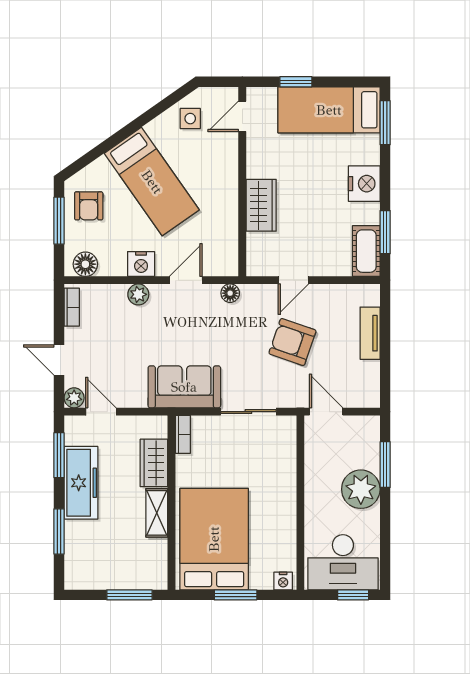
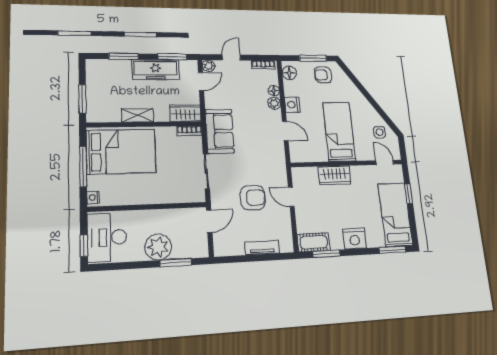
bed: (152, 182) -> (339, 132), moved, turned 125
floor lamp: (230, 293) -> (274, 91), moved
armchair: (292, 342) -> (253, 198), turned 71
wardrobe: (154, 463) -> (185, 113), moved
window: (236, 595) -> (83, 166), width x1.44

